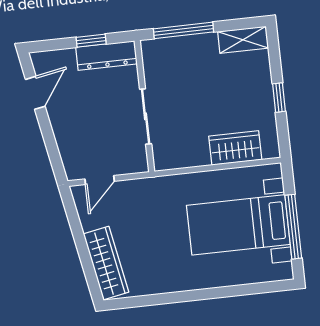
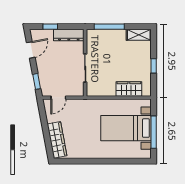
window: (91, 41) -> (50, 27), moved
window: (54, 153) -> (37, 81), added

